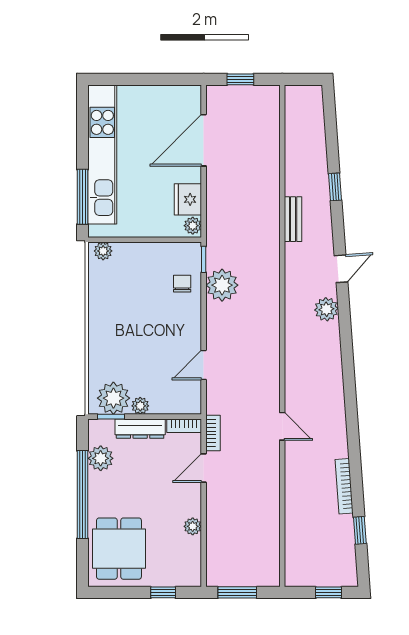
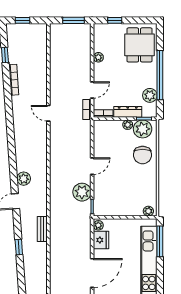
chair: (182, 284) -> (143, 155), moved, width x1.87, depth x1.87
door: (204, 365) -> (92, 166), moved

